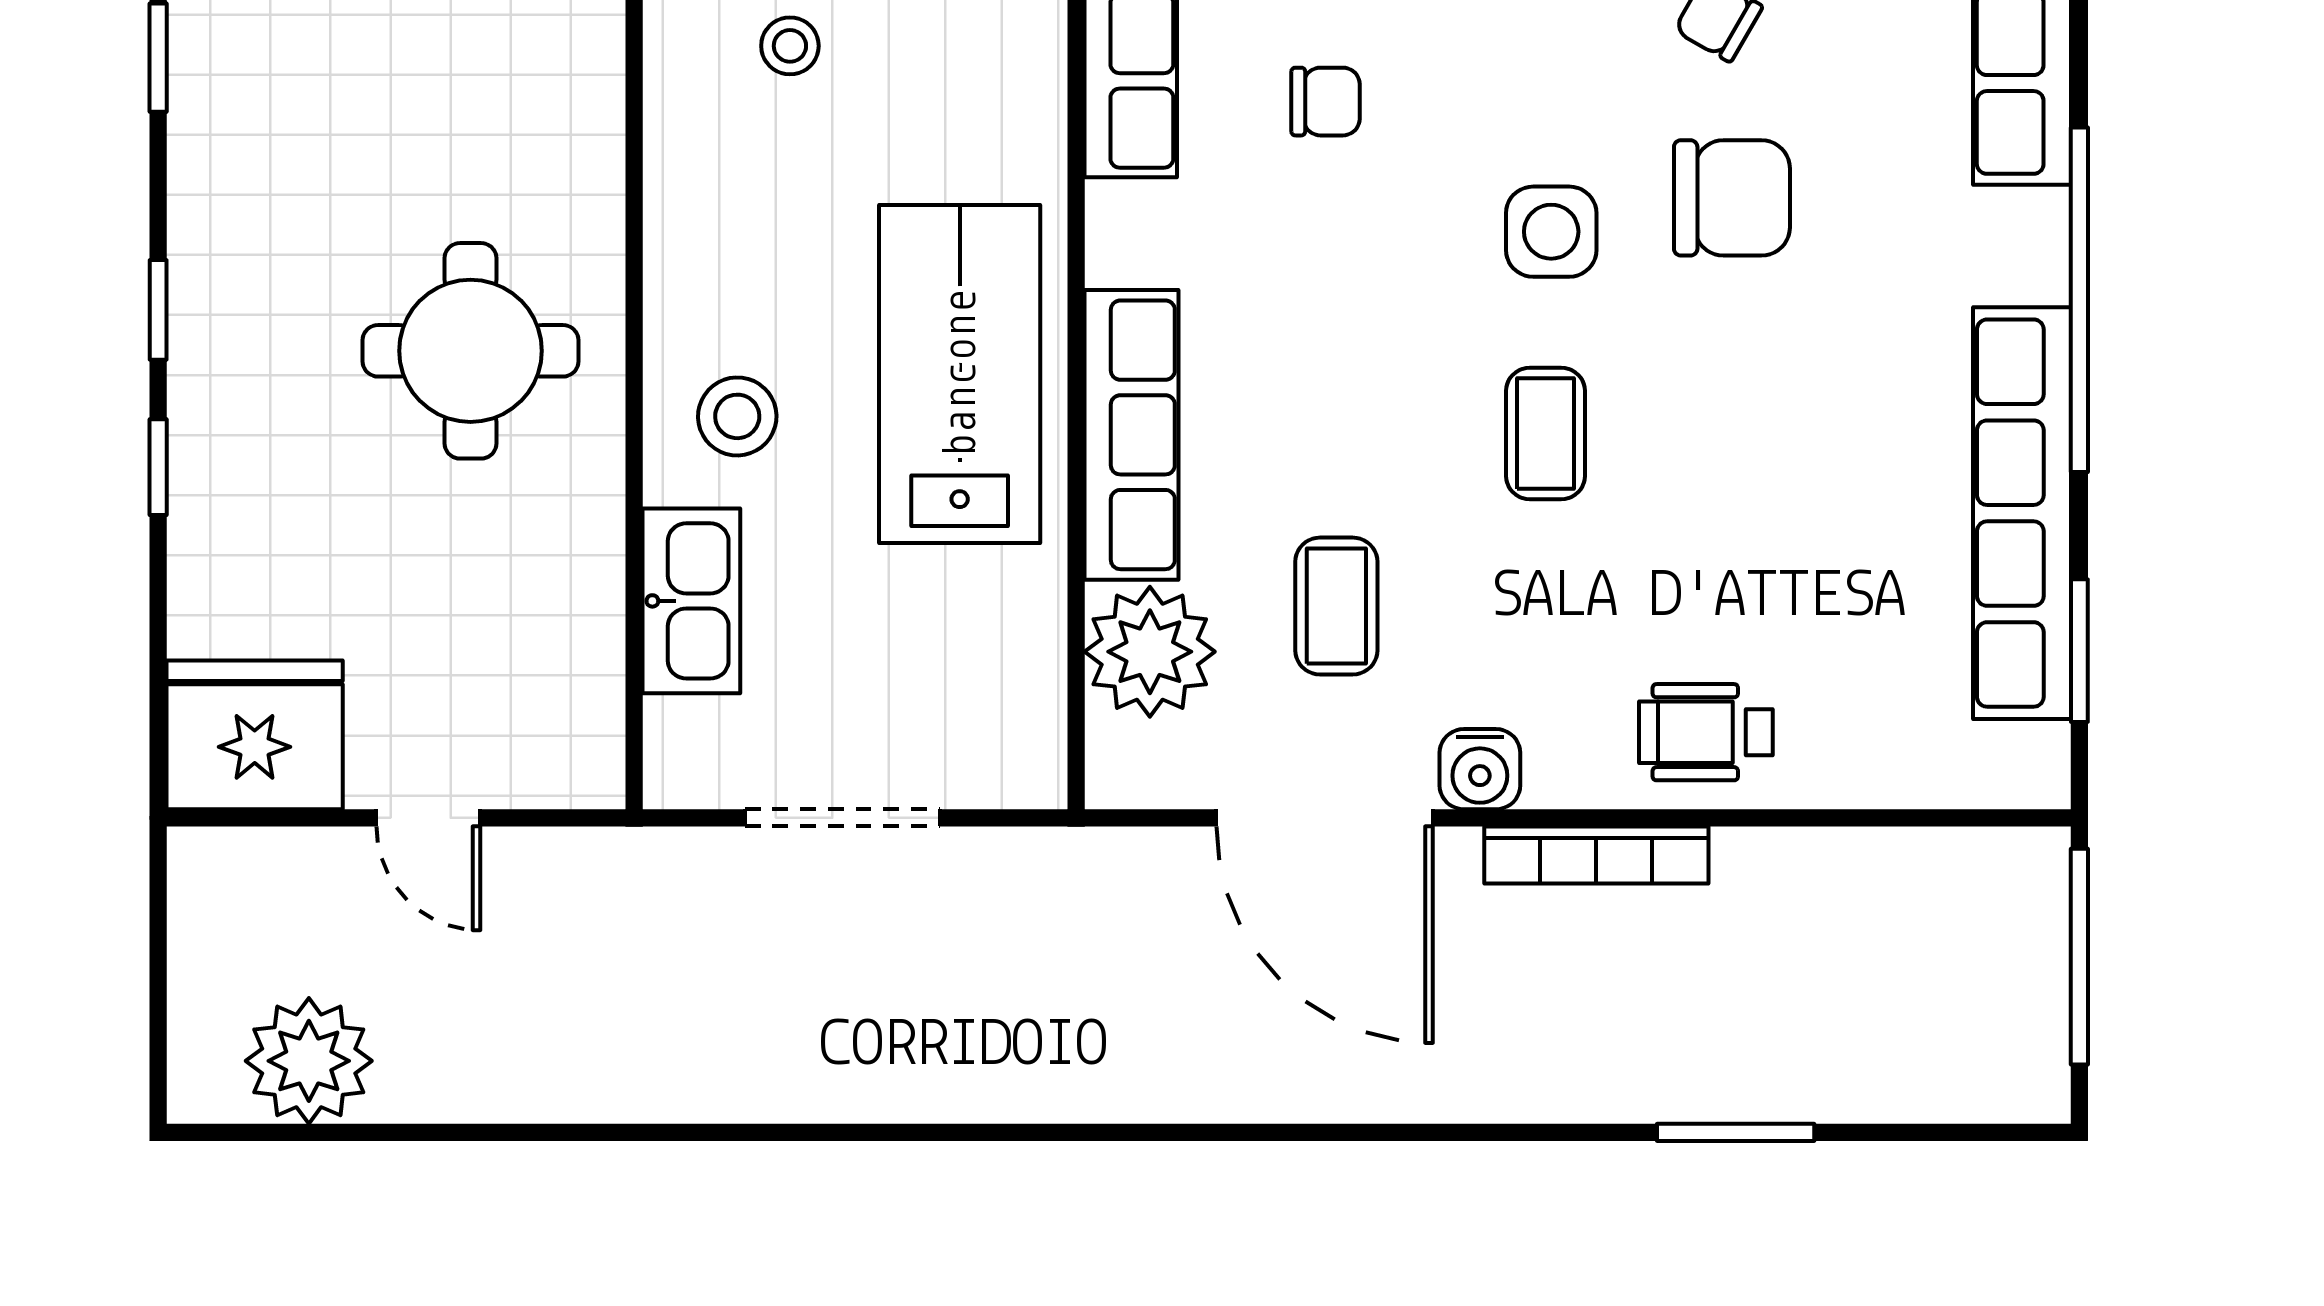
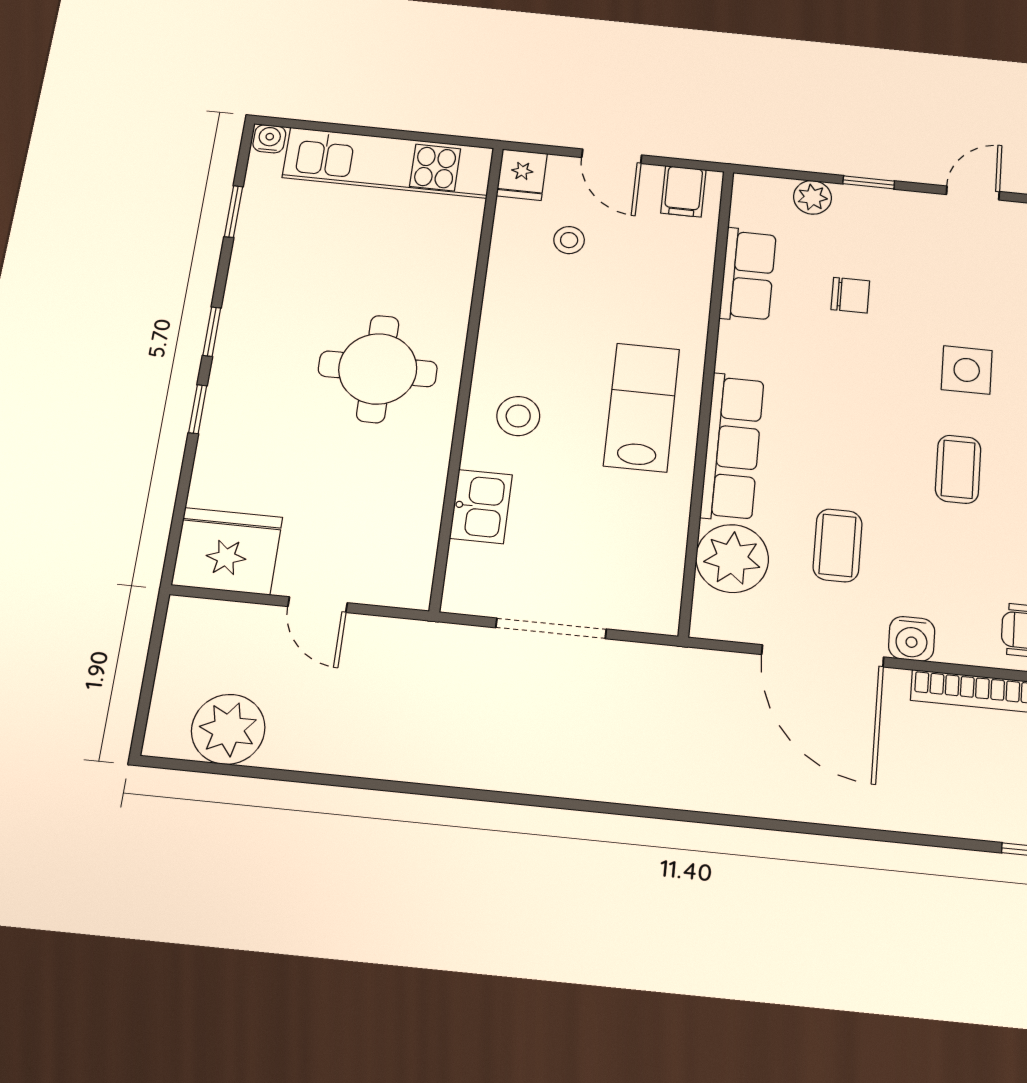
lab bench: (960, 374) -> (642, 407), width x0.73, depth x0.72
kitchen sink: (691, 601) -> (481, 507), width x0.73

